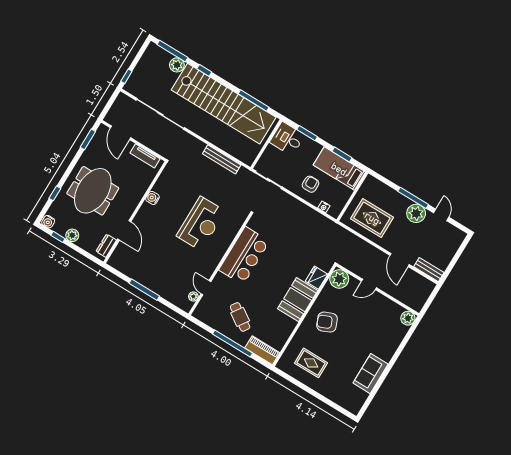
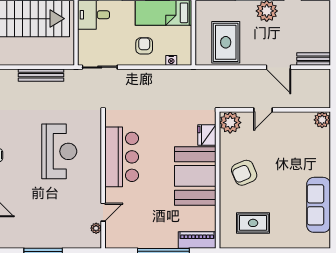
rug: (372, 218) -> (226, 42), turned 90
door: (206, 288) -> (103, 212), swing flipped
booth: (298, 300) -> (195, 176), width x1.36, depth x1.42
cafe table: (240, 317) -> (155, 220), removed
sofa: (371, 374) -> (319, 205), width x1.36

